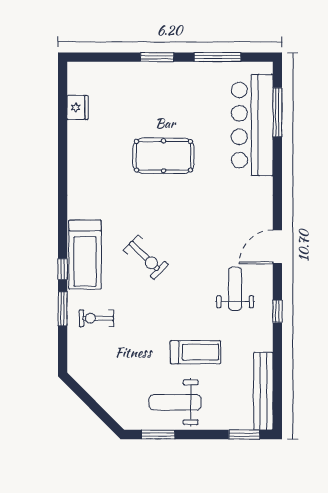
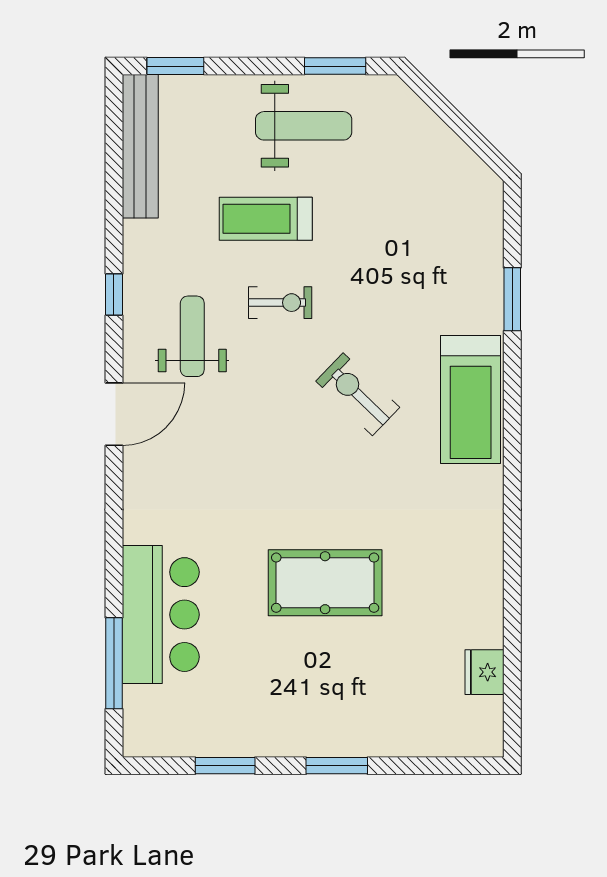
window: (217, 57) -> (225, 766), width x0.69
bar counter: (252, 125) -> (161, 615), width x0.73
treadmill: (85, 255) -> (471, 400), turned 180
window: (63, 269) -> (512, 373), removed
weight bench: (235, 289) -> (192, 336), turned 180
exercise bike: (96, 318) -> (280, 303), moved

